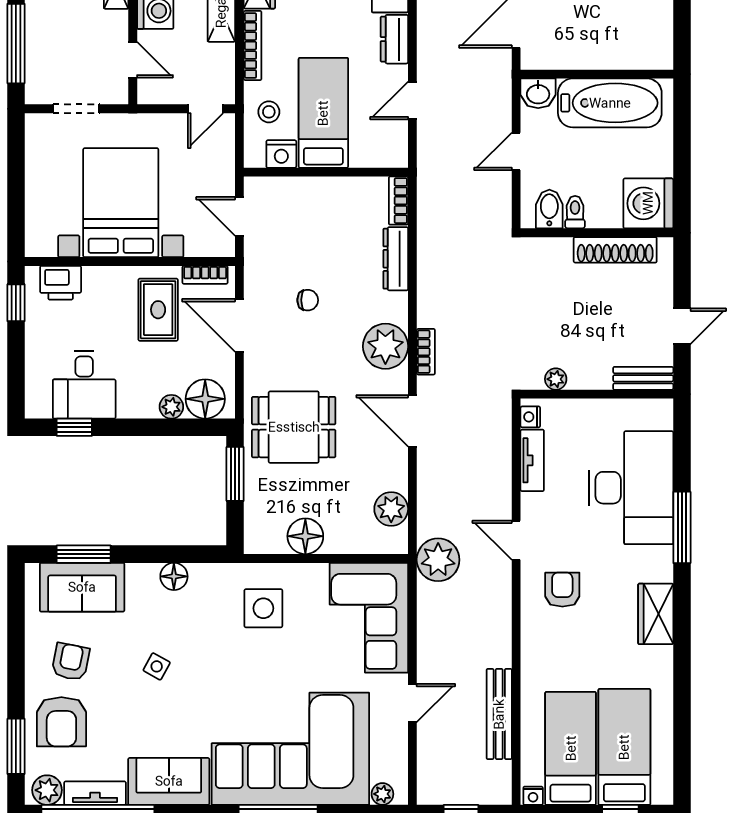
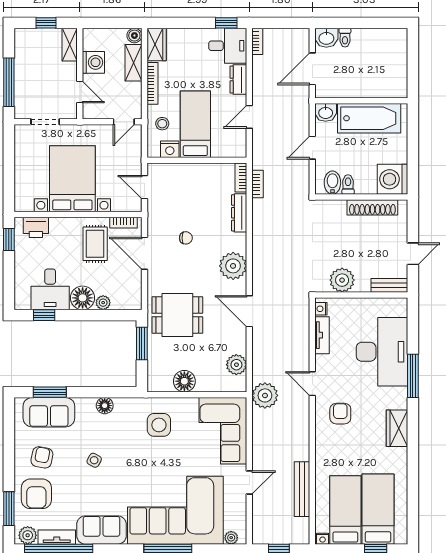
bookcase: (426, 352) -> (258, 184), moved
plant: (556, 379) -> (342, 280), width x1.87, depth x1.87
floor lamp: (205, 399) -> (83, 298), moved

